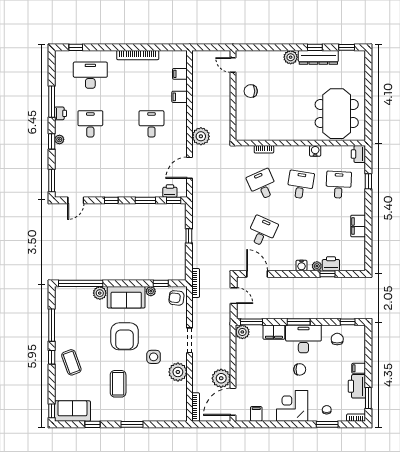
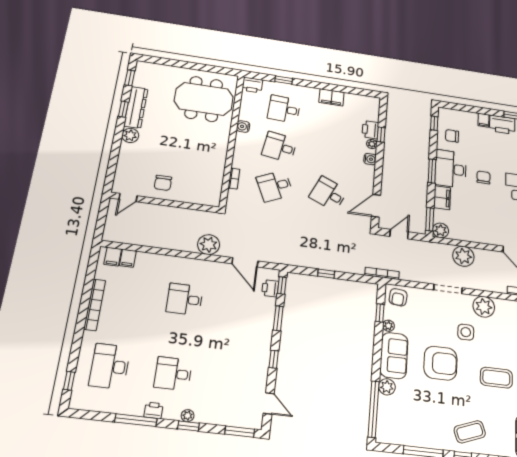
filing cabinet: (180, 97) -> (113, 257), moved
plant: (221, 378) -> (463, 256), moved

